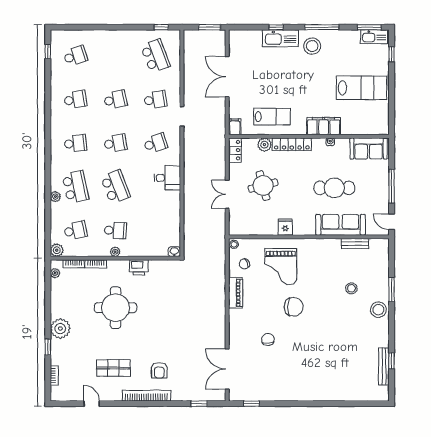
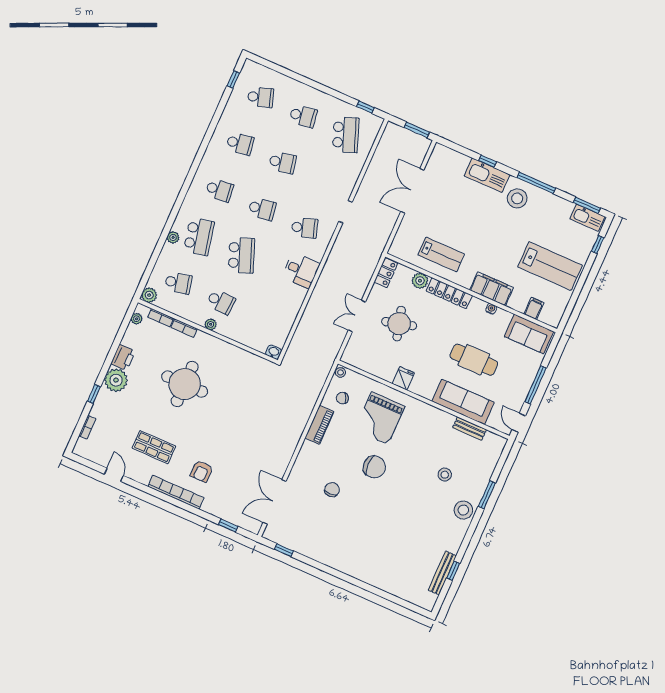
school desk: (155, 100) -> (303, 116), moved
filing cabinet: (235, 127) -> (534, 308), moved
printer: (139, 267) -> (123, 357), moved, turned -90

